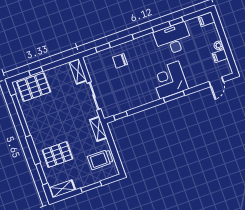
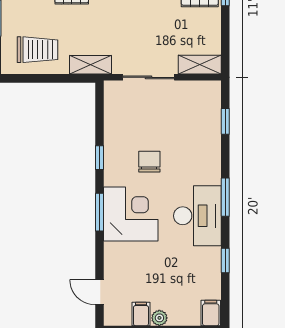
desk: (173, 39) -> (197, 216), moved
chair: (120, 61) -> (149, 162), moved
window: (121, 116) -> (99, 158), moved
trolley: (100, 160) -> (38, 50), turned 90

